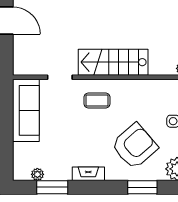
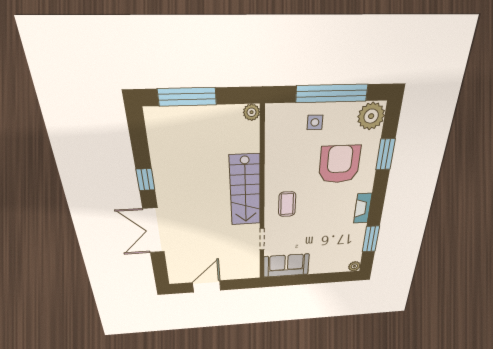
sofa: (26, 110) -> (286, 266), width x0.73
armchair: (135, 146) -> (339, 164), turned 41
plant: (37, 174) -> (354, 266), moved

